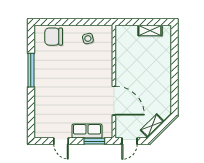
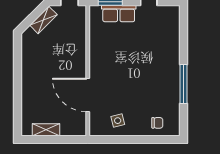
chair: (54, 37) -> (157, 123), width x0.54, depth x0.54
door: (114, 101) -> (88, 95), moved

